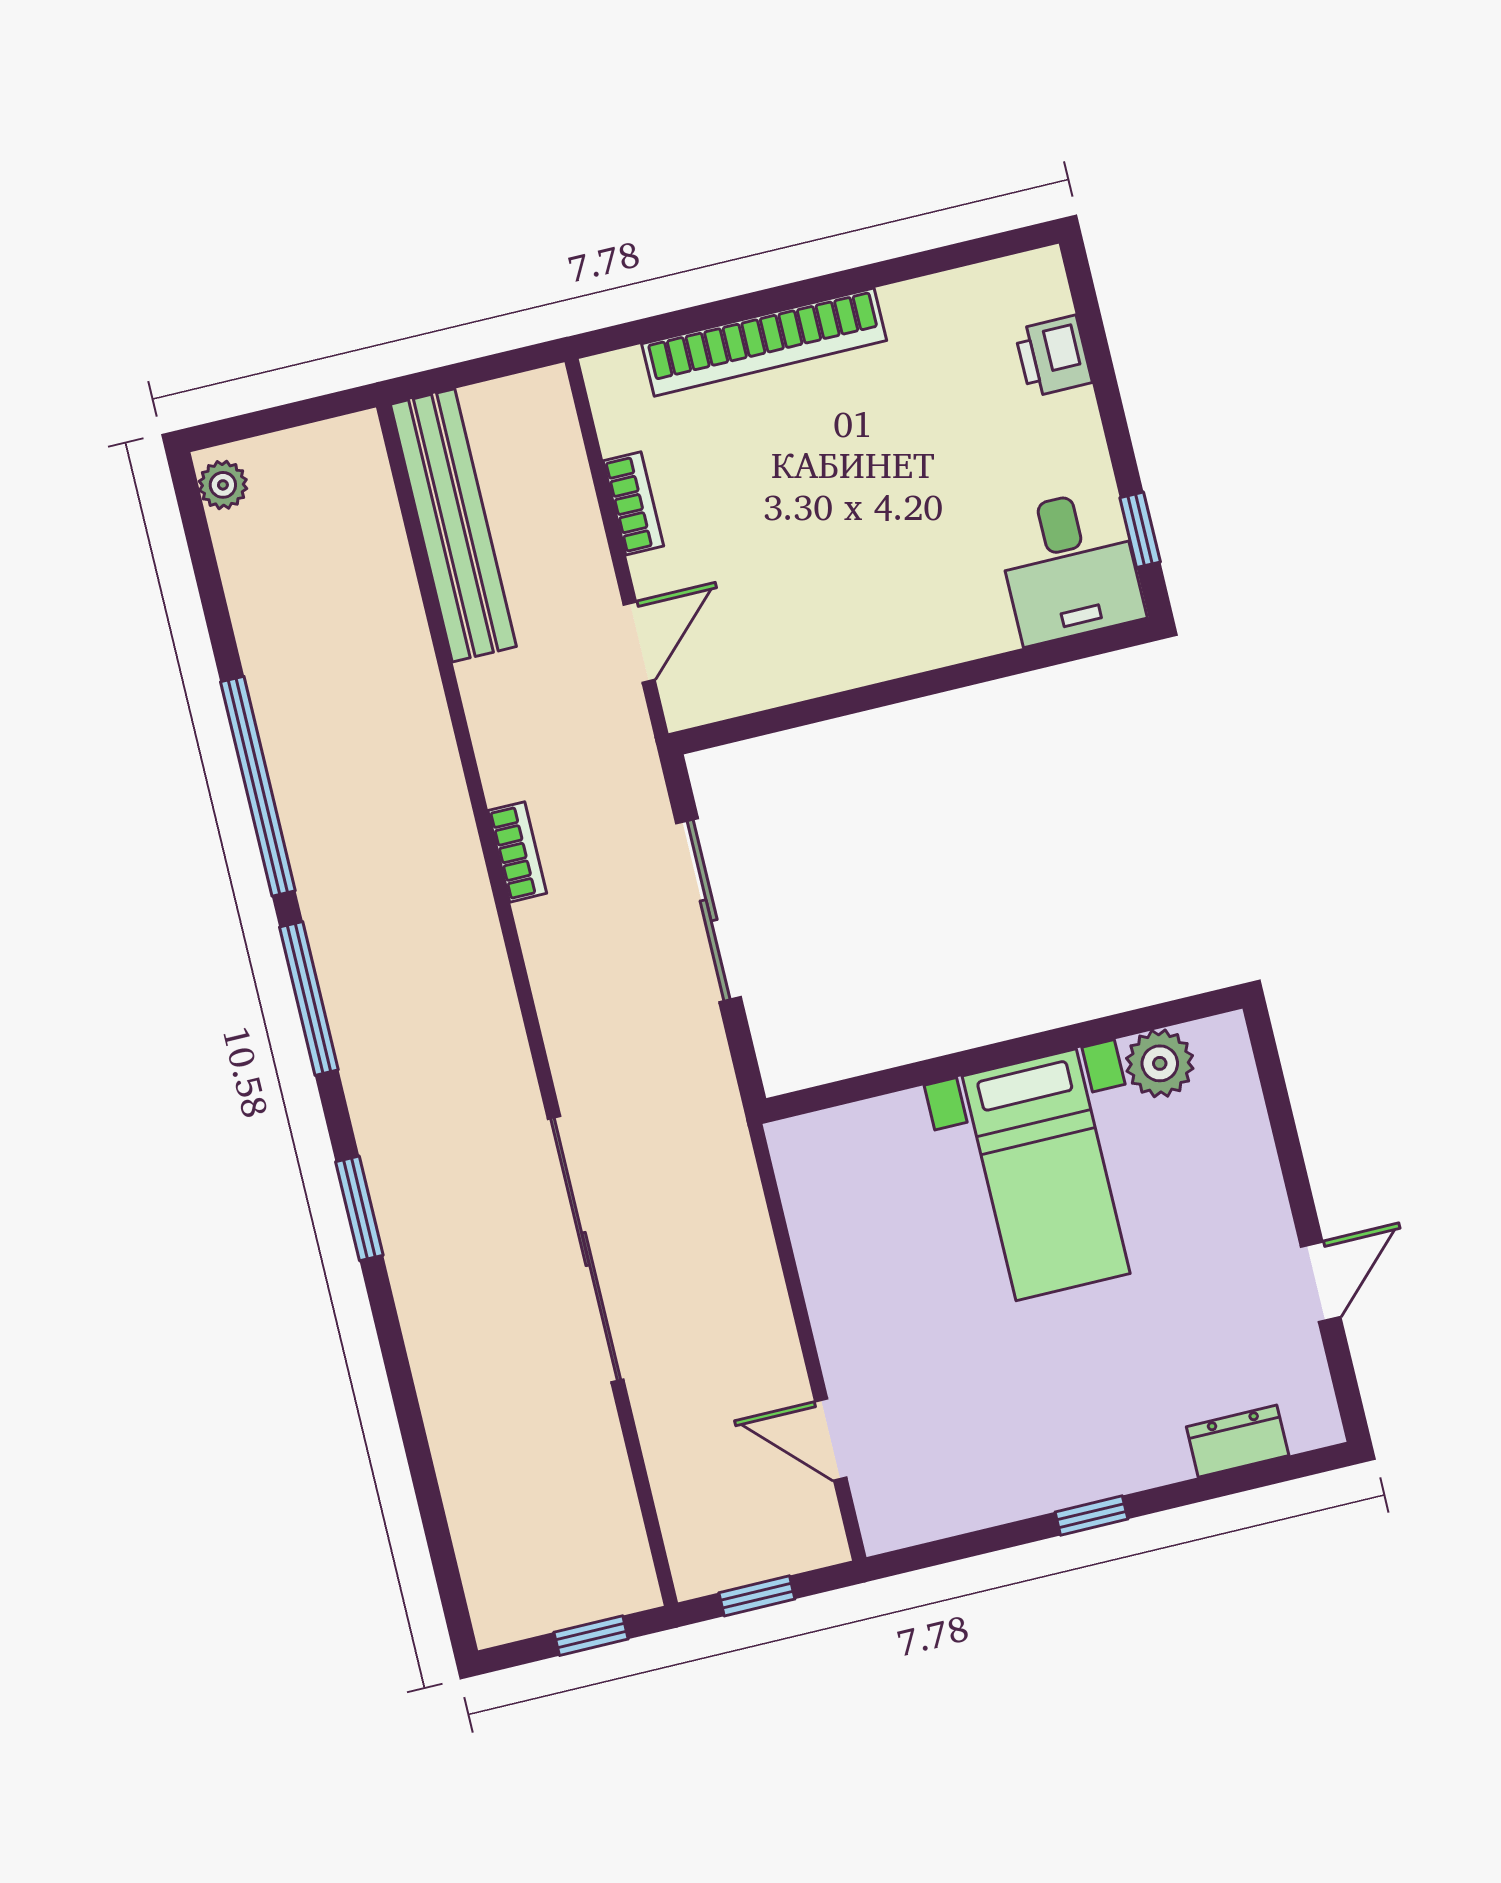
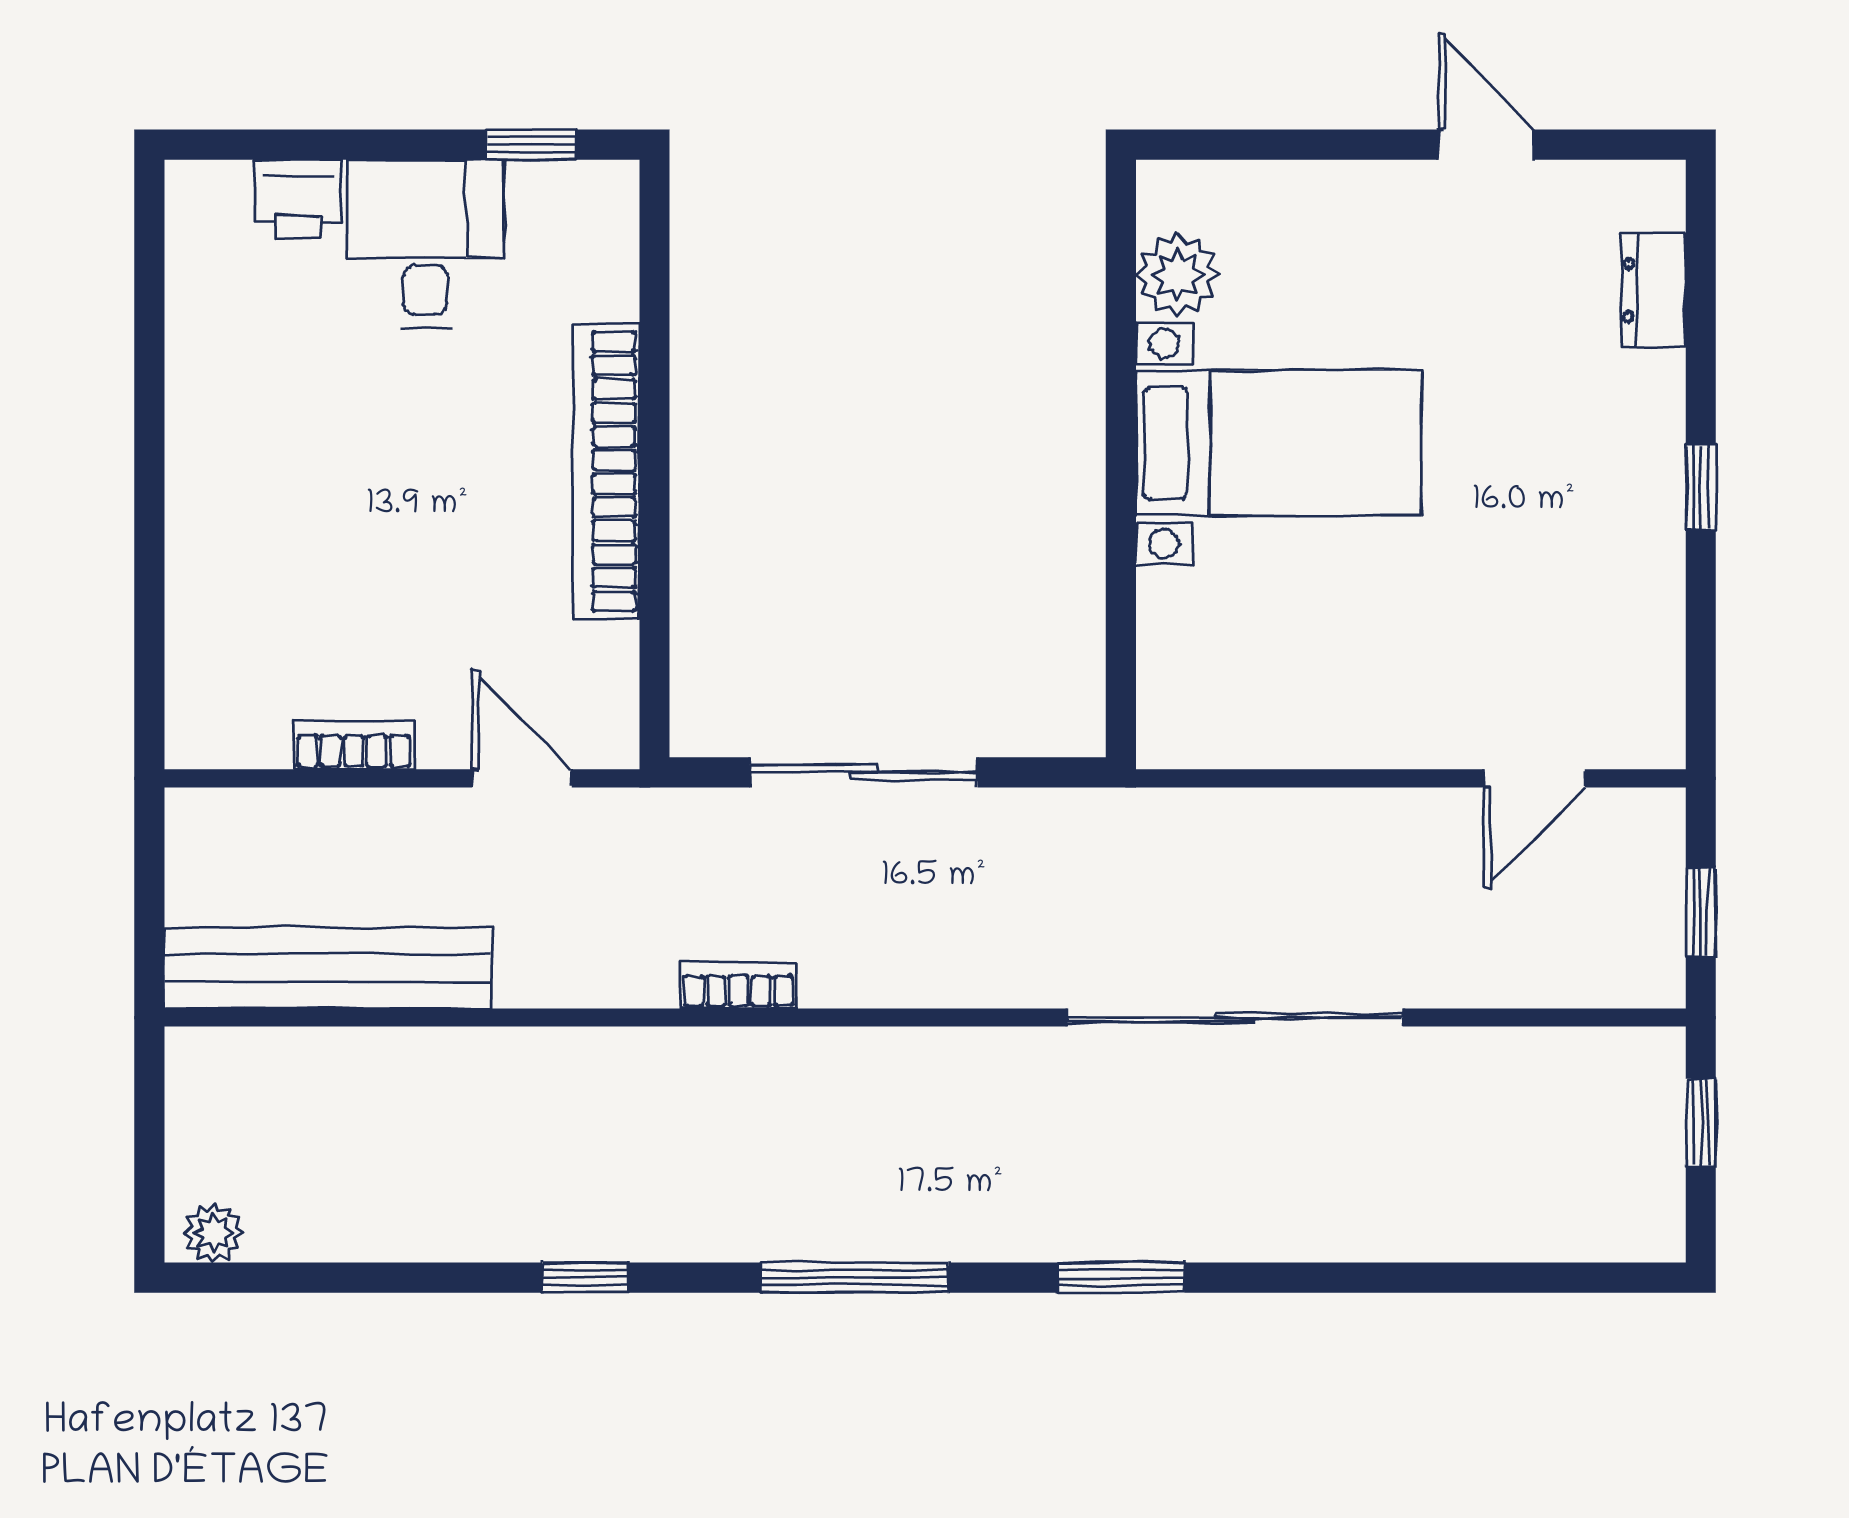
bookcase: (764, 342) -> (606, 472), moved, turned 180
desk: (1069, 566) -> (425, 244), moved, turned -90
window: (258, 786) -> (585, 1278), width x0.32

